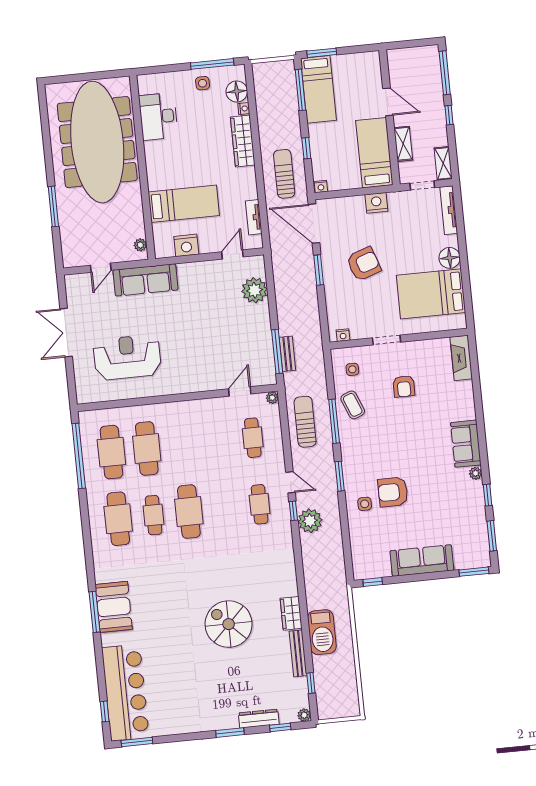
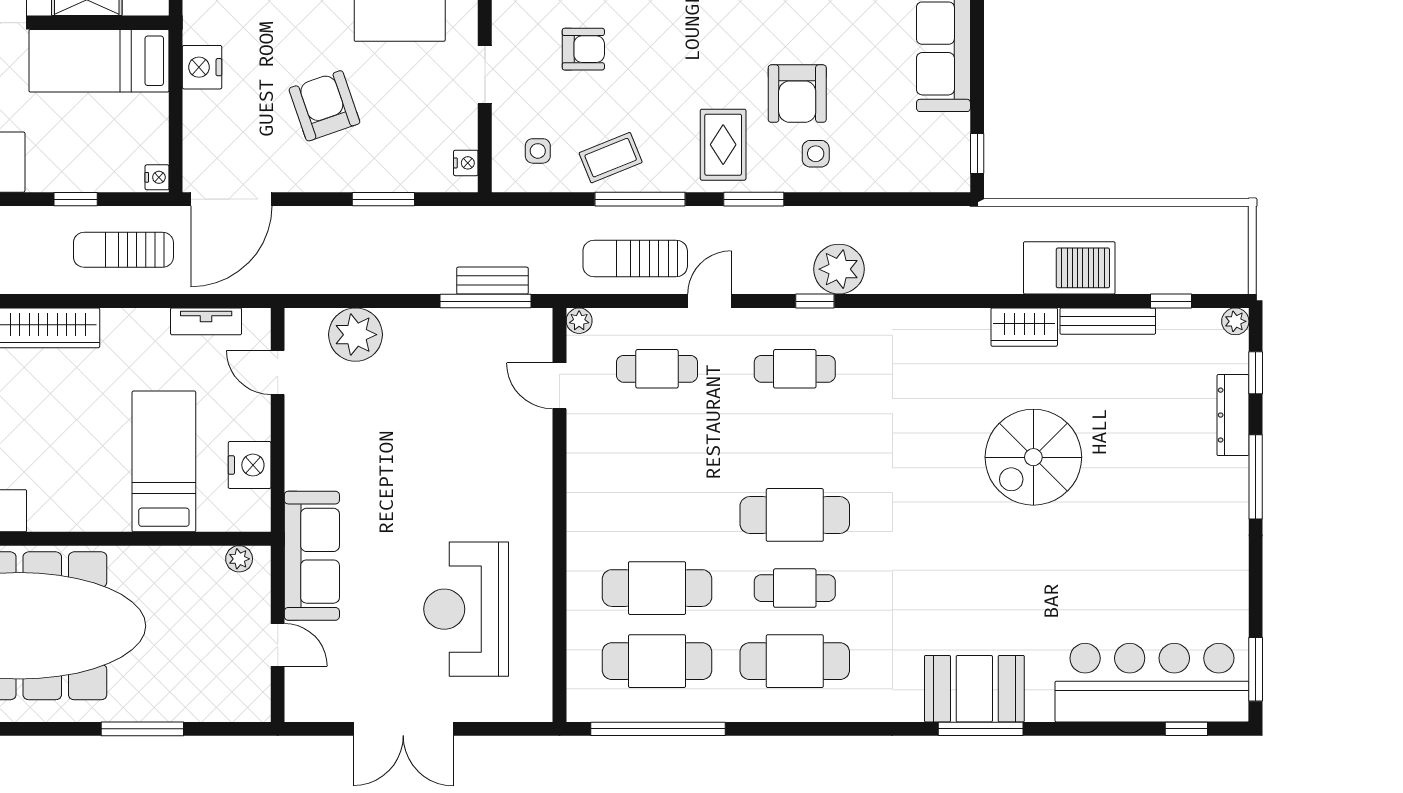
window: (319, 270) -> (383, 199), moved
rug: (364, 459) -> (723, 145), added
door: (290, 482) -> (710, 301), moved
window: (230, 733) -> (1256, 477), width x1.44

